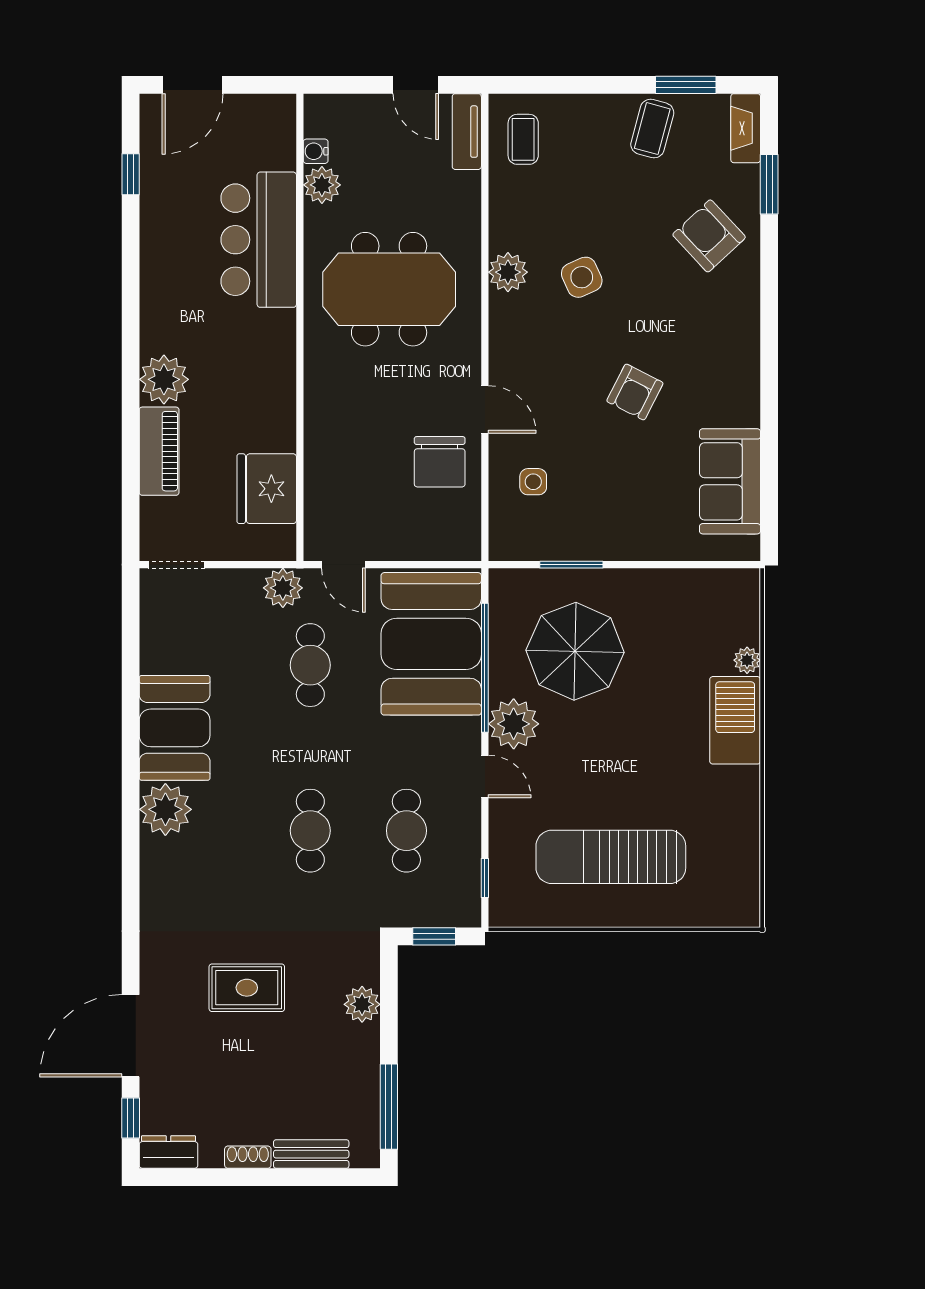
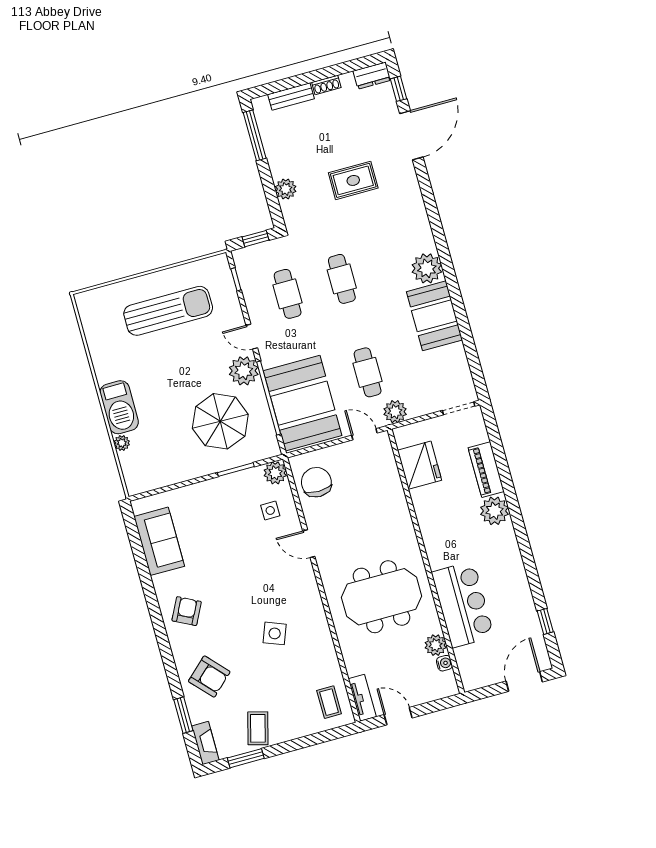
plant: (508, 272) -> (275, 473), moved
side table: (582, 277) -> (275, 633), turned 45
armchair: (635, 392) -> (187, 611), moved
chair: (440, 462) -> (316, 482), moved

